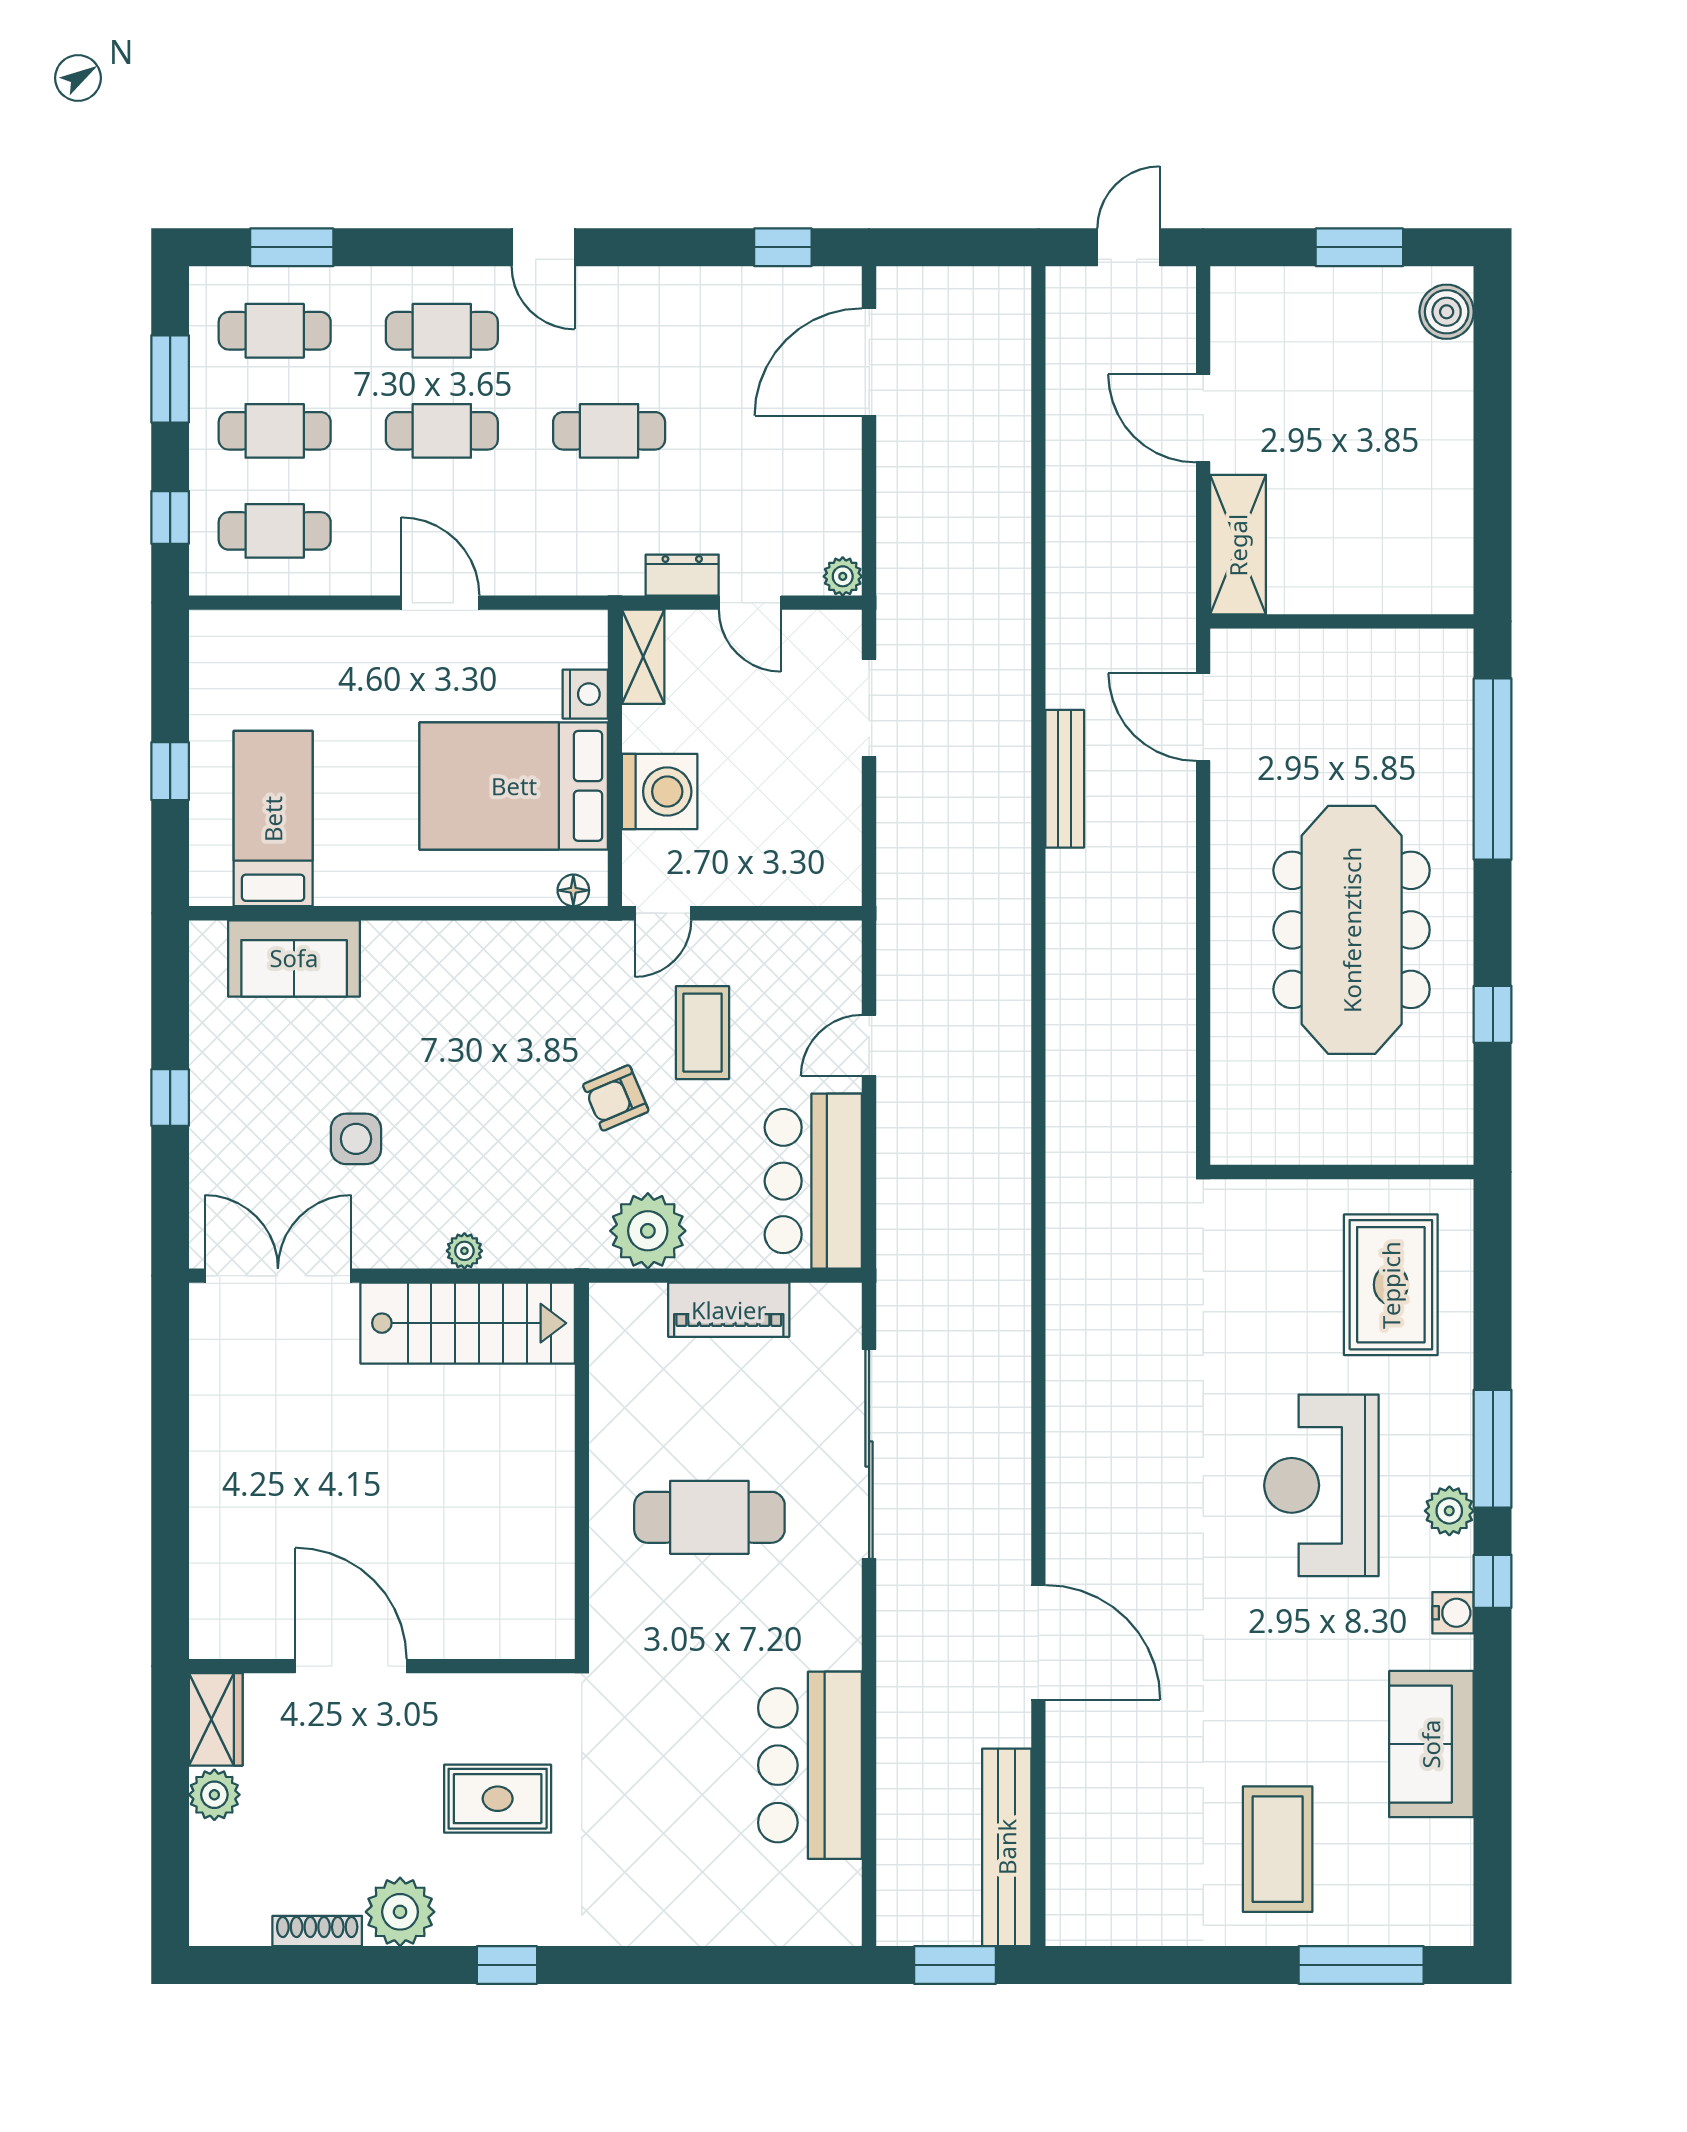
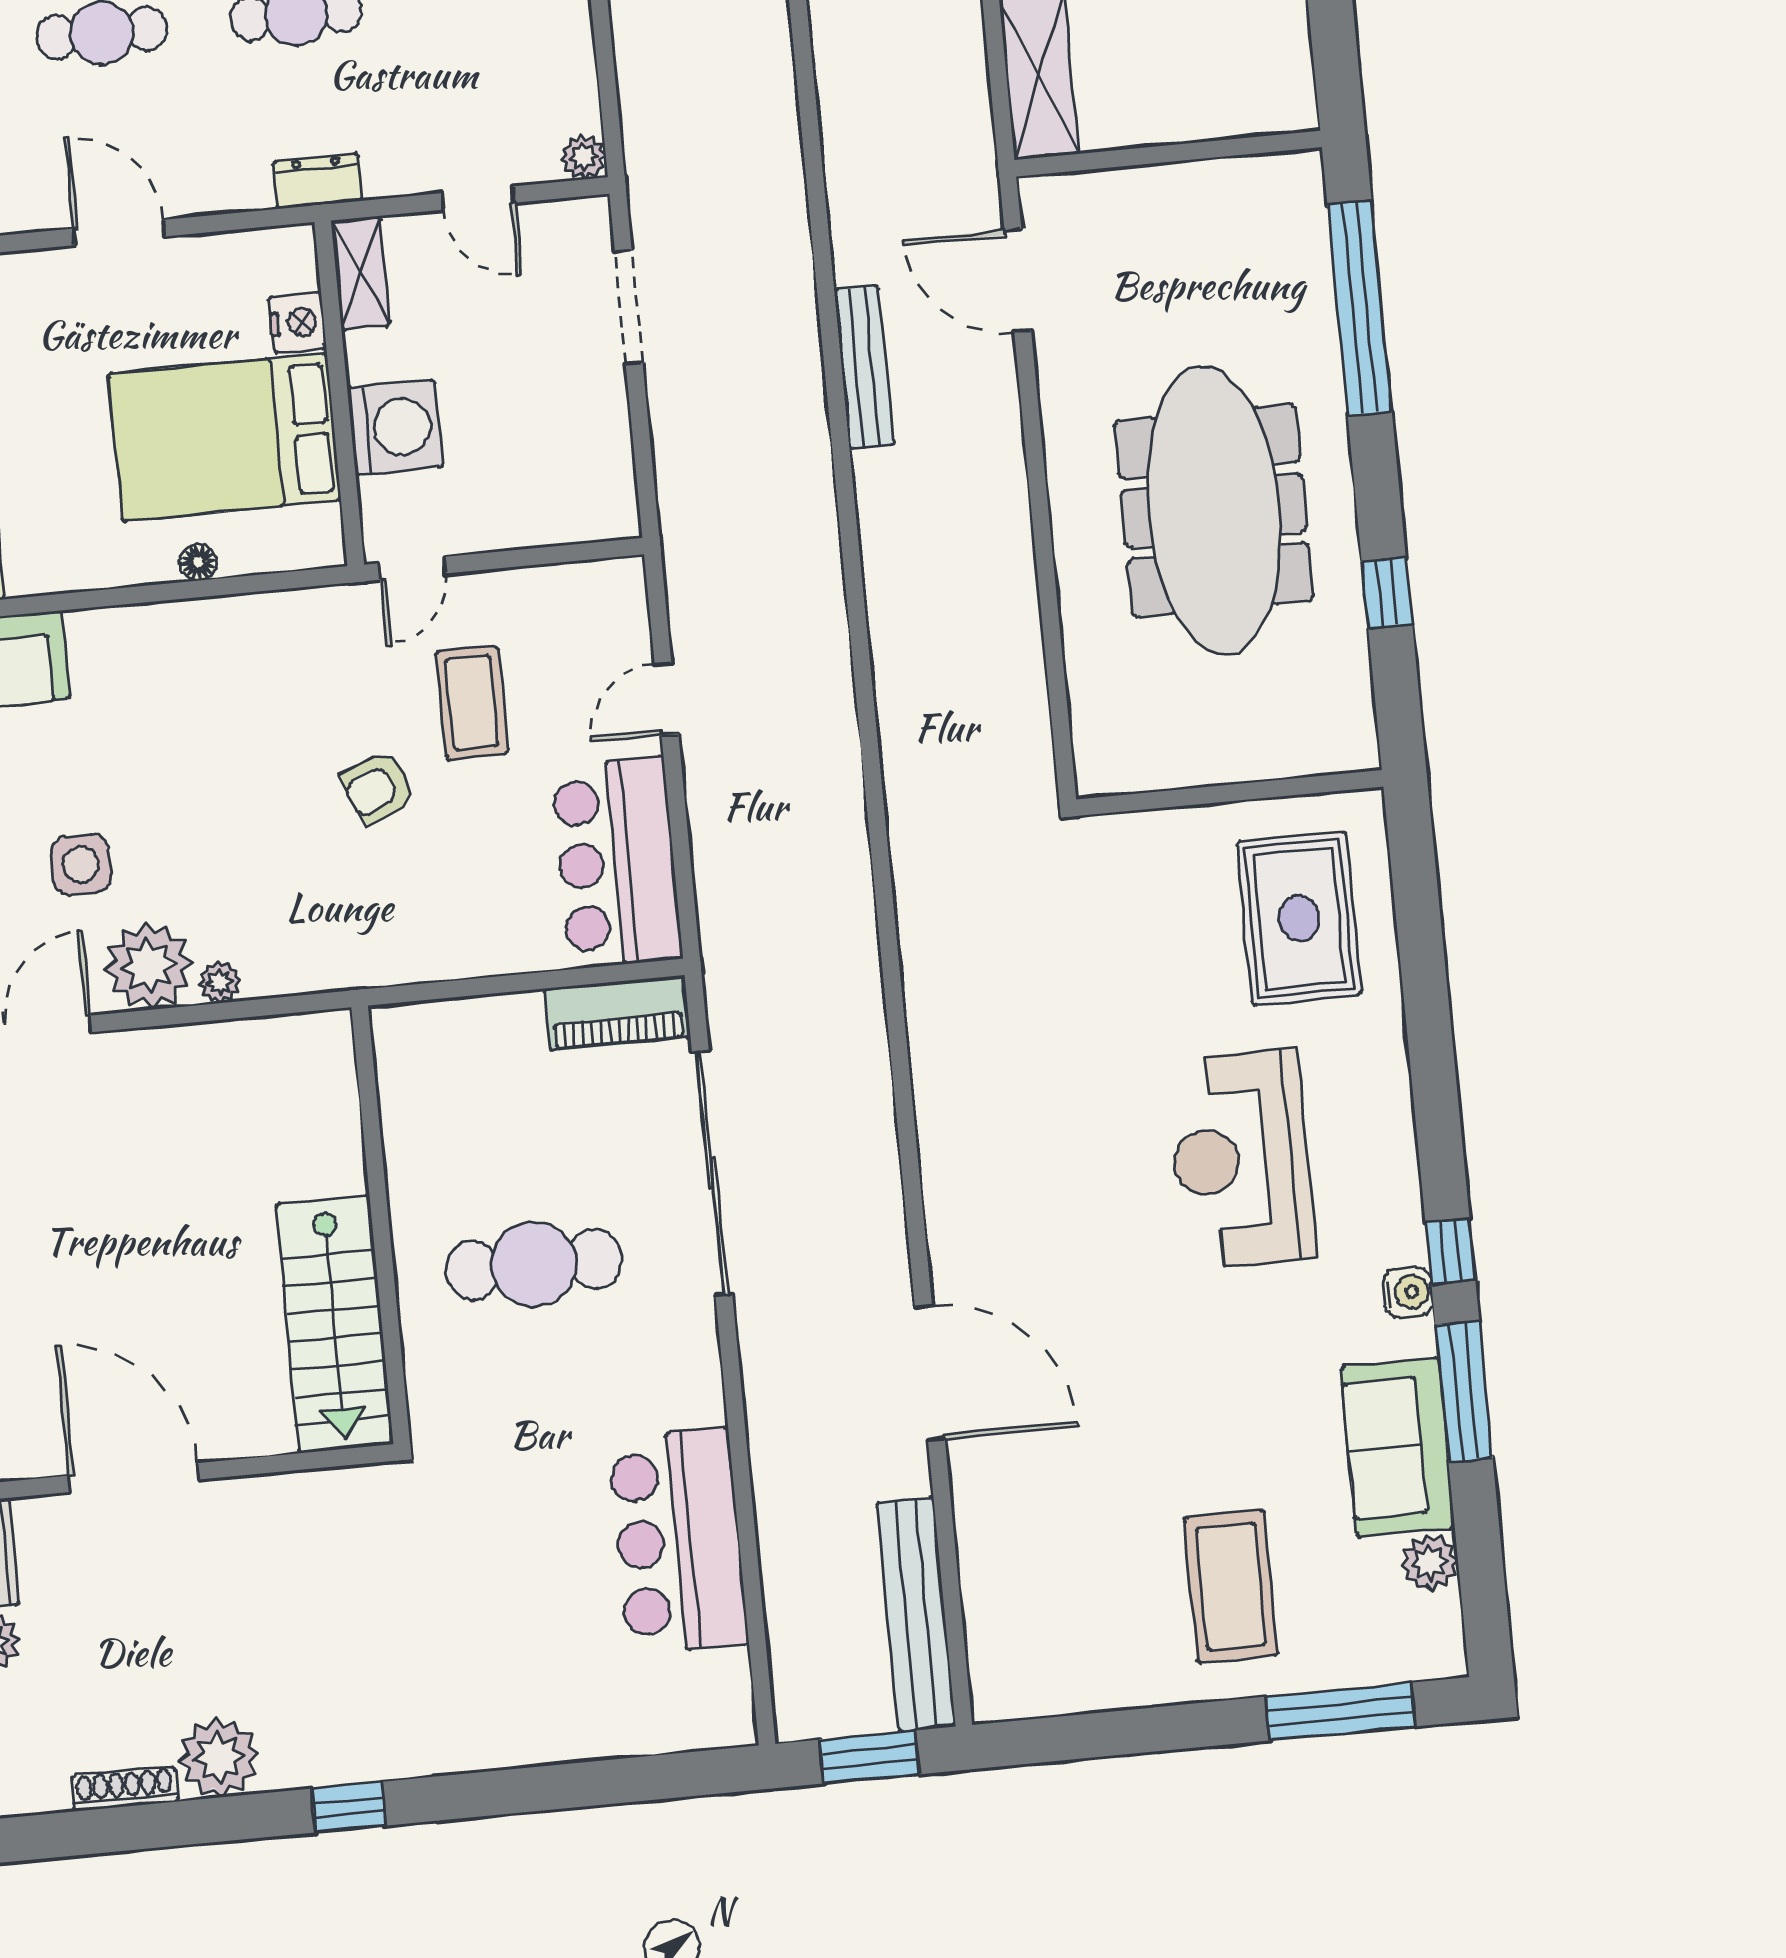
dresser: (682, 575) -> (318, 181), moved
floor lamp: (573, 890) -> (198, 562), moved
plant: (648, 1231) -> (149, 966), moved
piano: (729, 1310) -> (617, 1013), moved
stairs: (468, 1323) -> (335, 1324), moved, turned 90
window: (1493, 1449) -> (1464, 1391), moved
plant: (1449, 1511) -> (1430, 1563), moved
rug: (498, 1799) -> (319, 1615), removed

